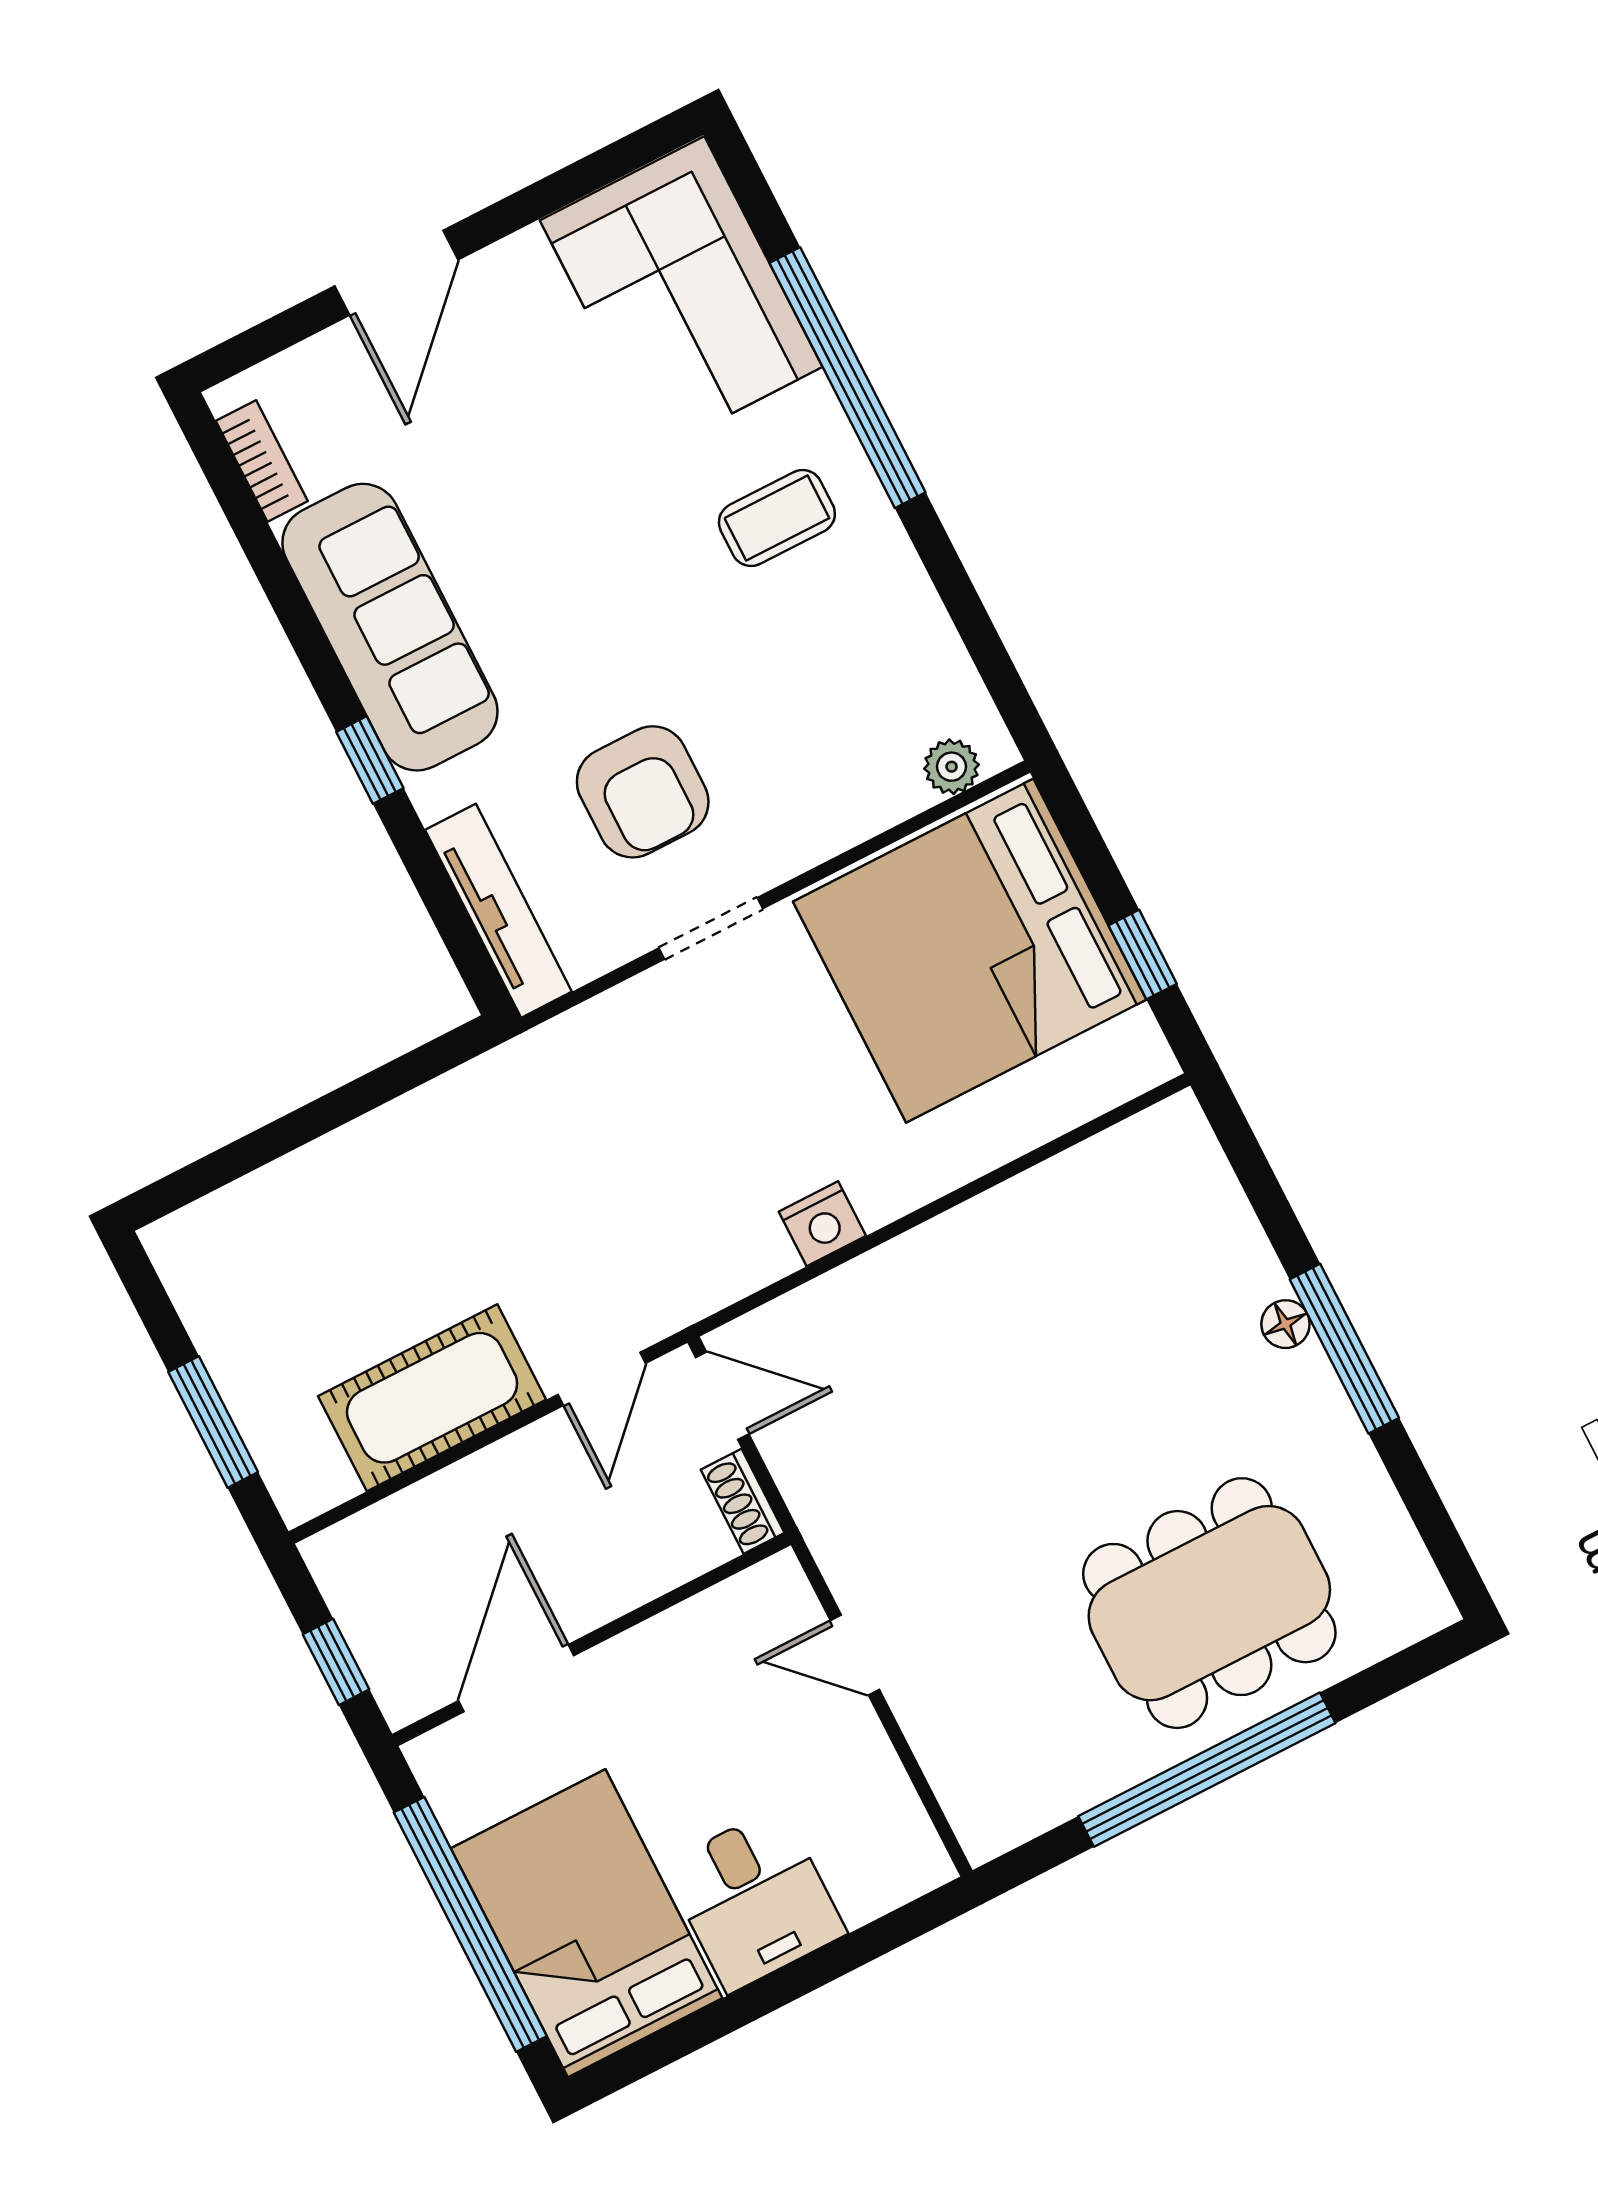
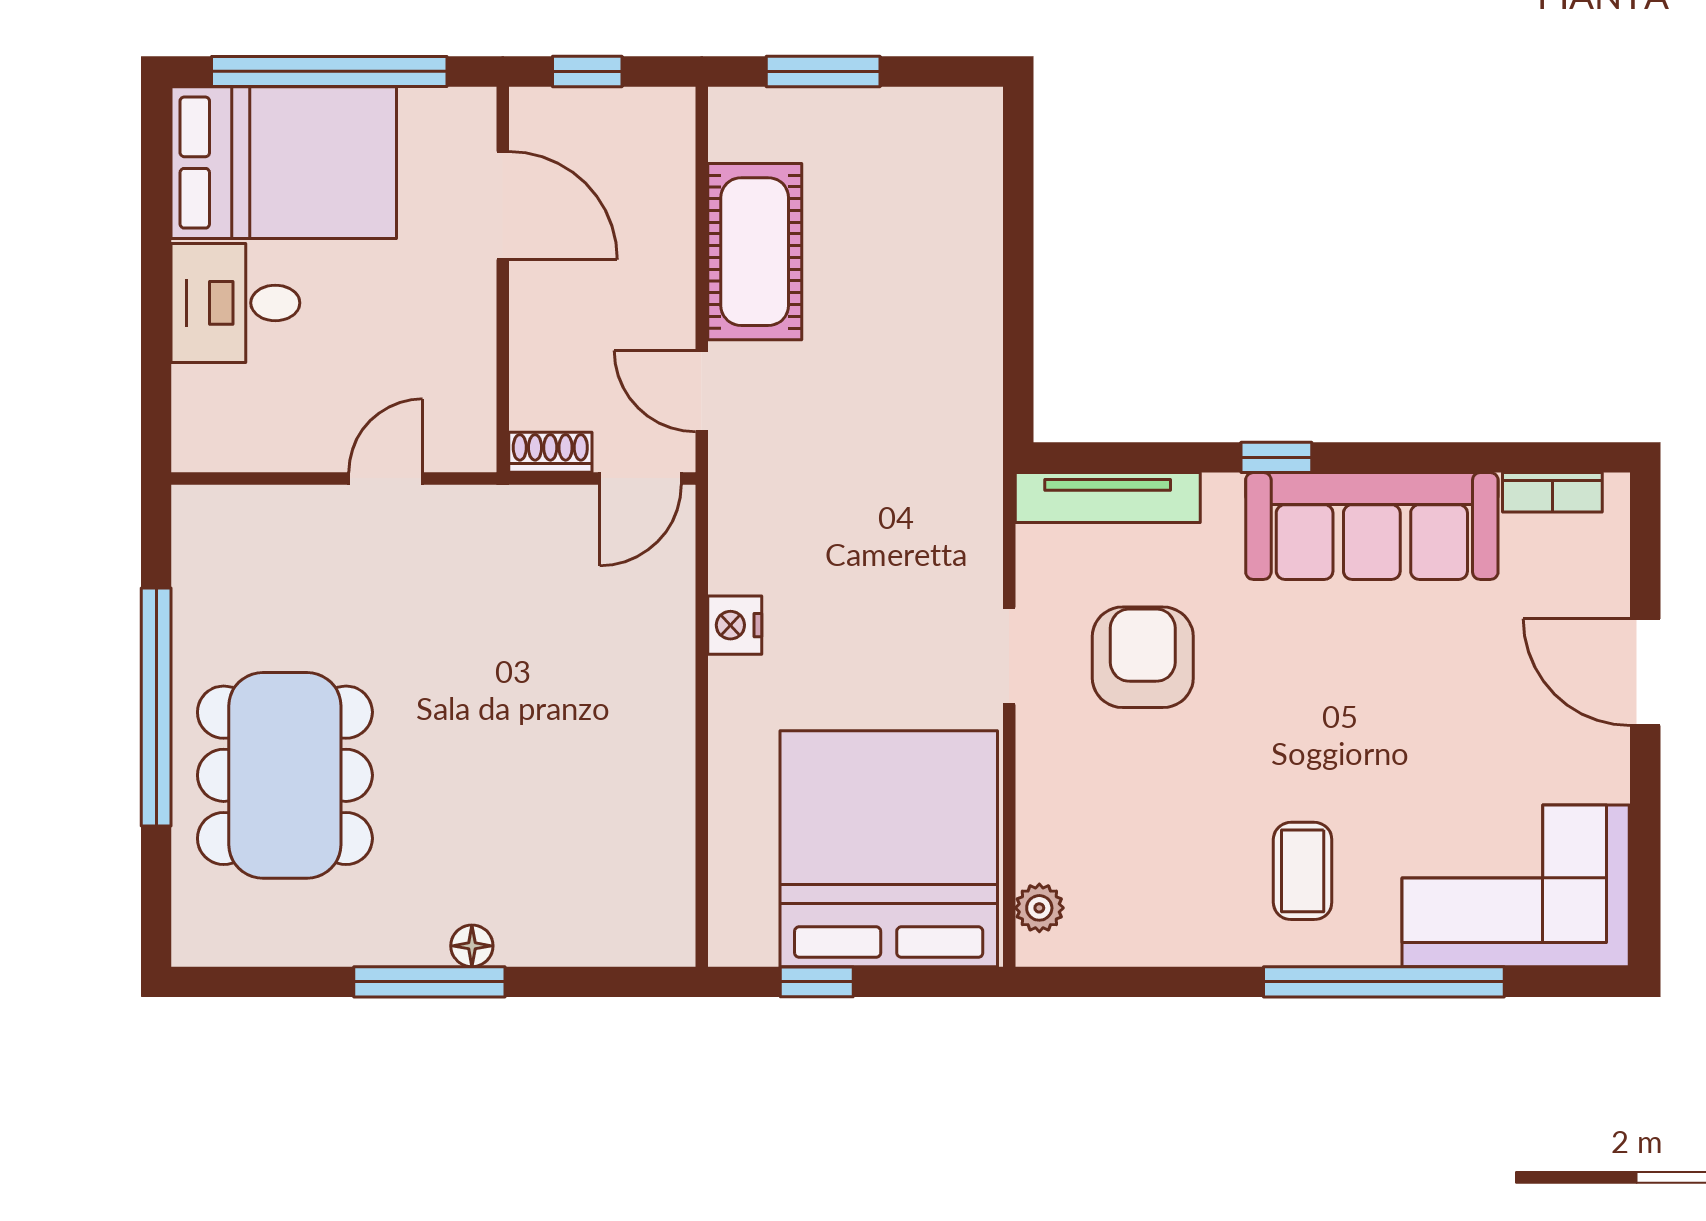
armchair: (643, 792) -> (1143, 657), turned 90

